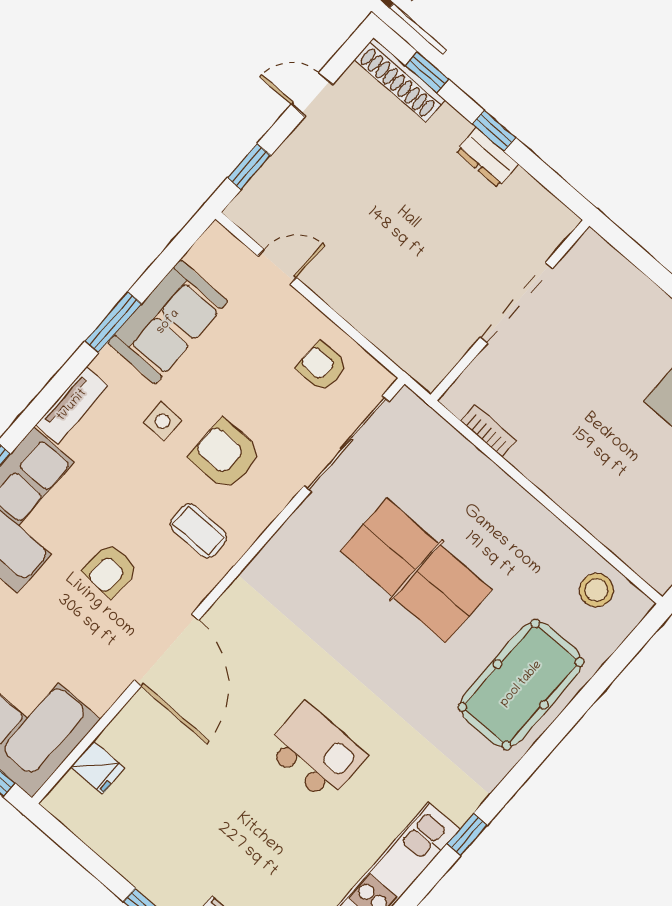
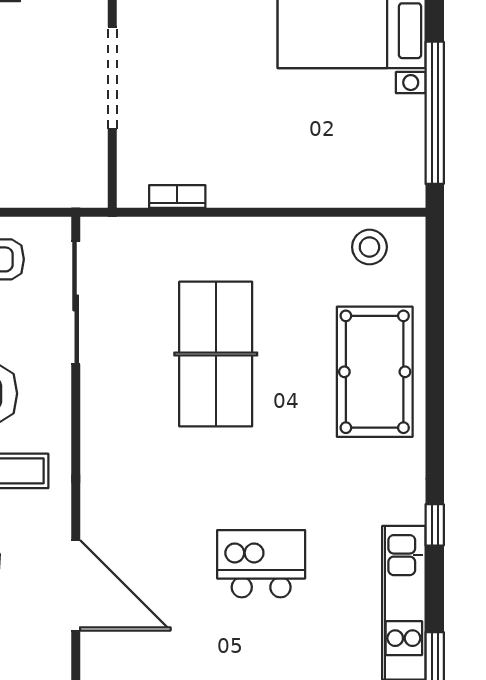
table tennis table: (416, 570) -> (216, 354), turned 90

